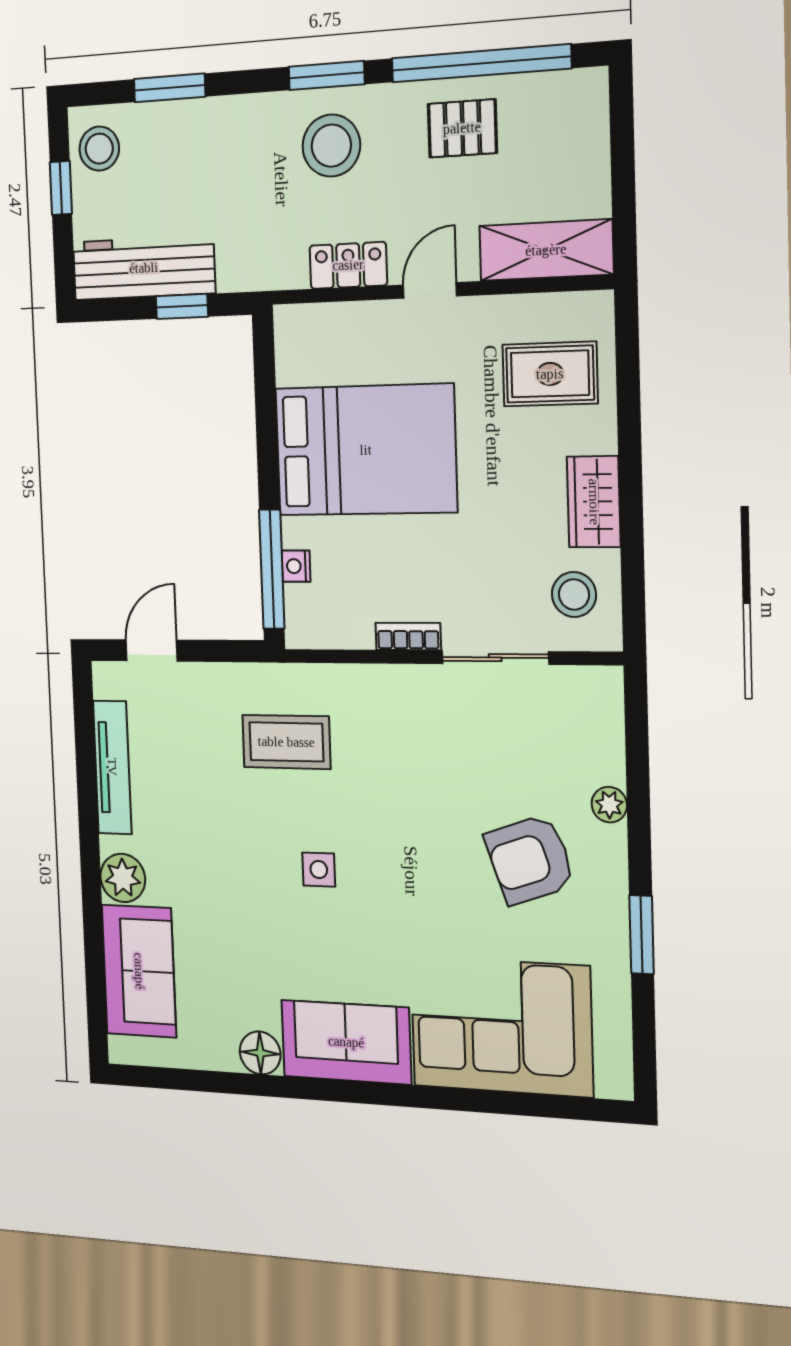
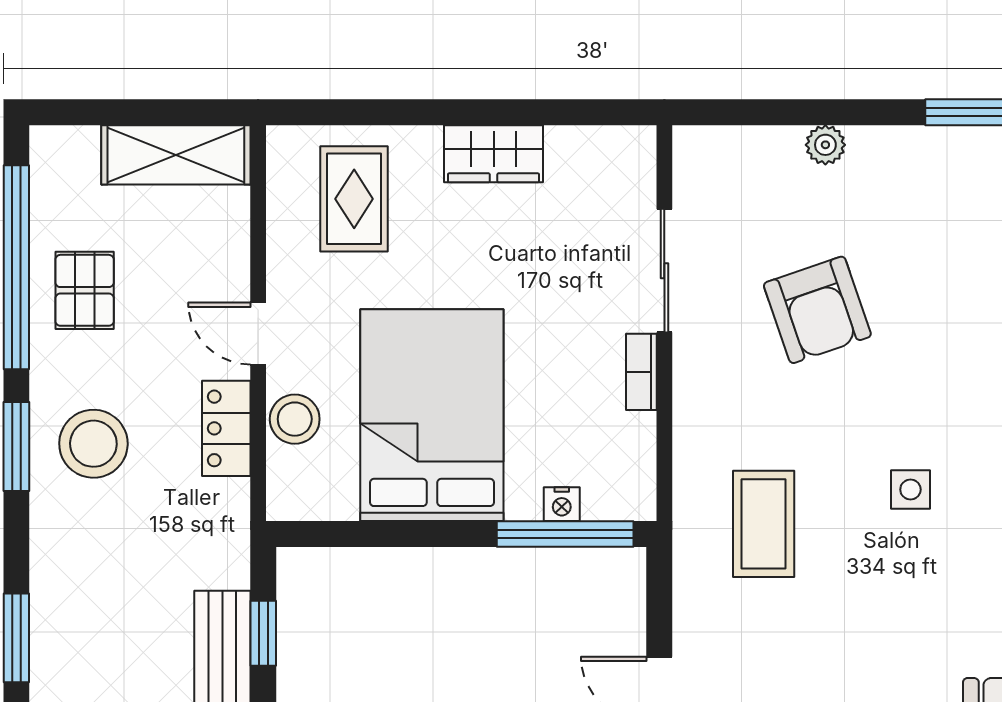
shelving: (546, 250) -> (176, 155), moved, turned 90
stool: (574, 594) -> (295, 419), moved
armchair: (530, 860) -> (817, 310), moved

